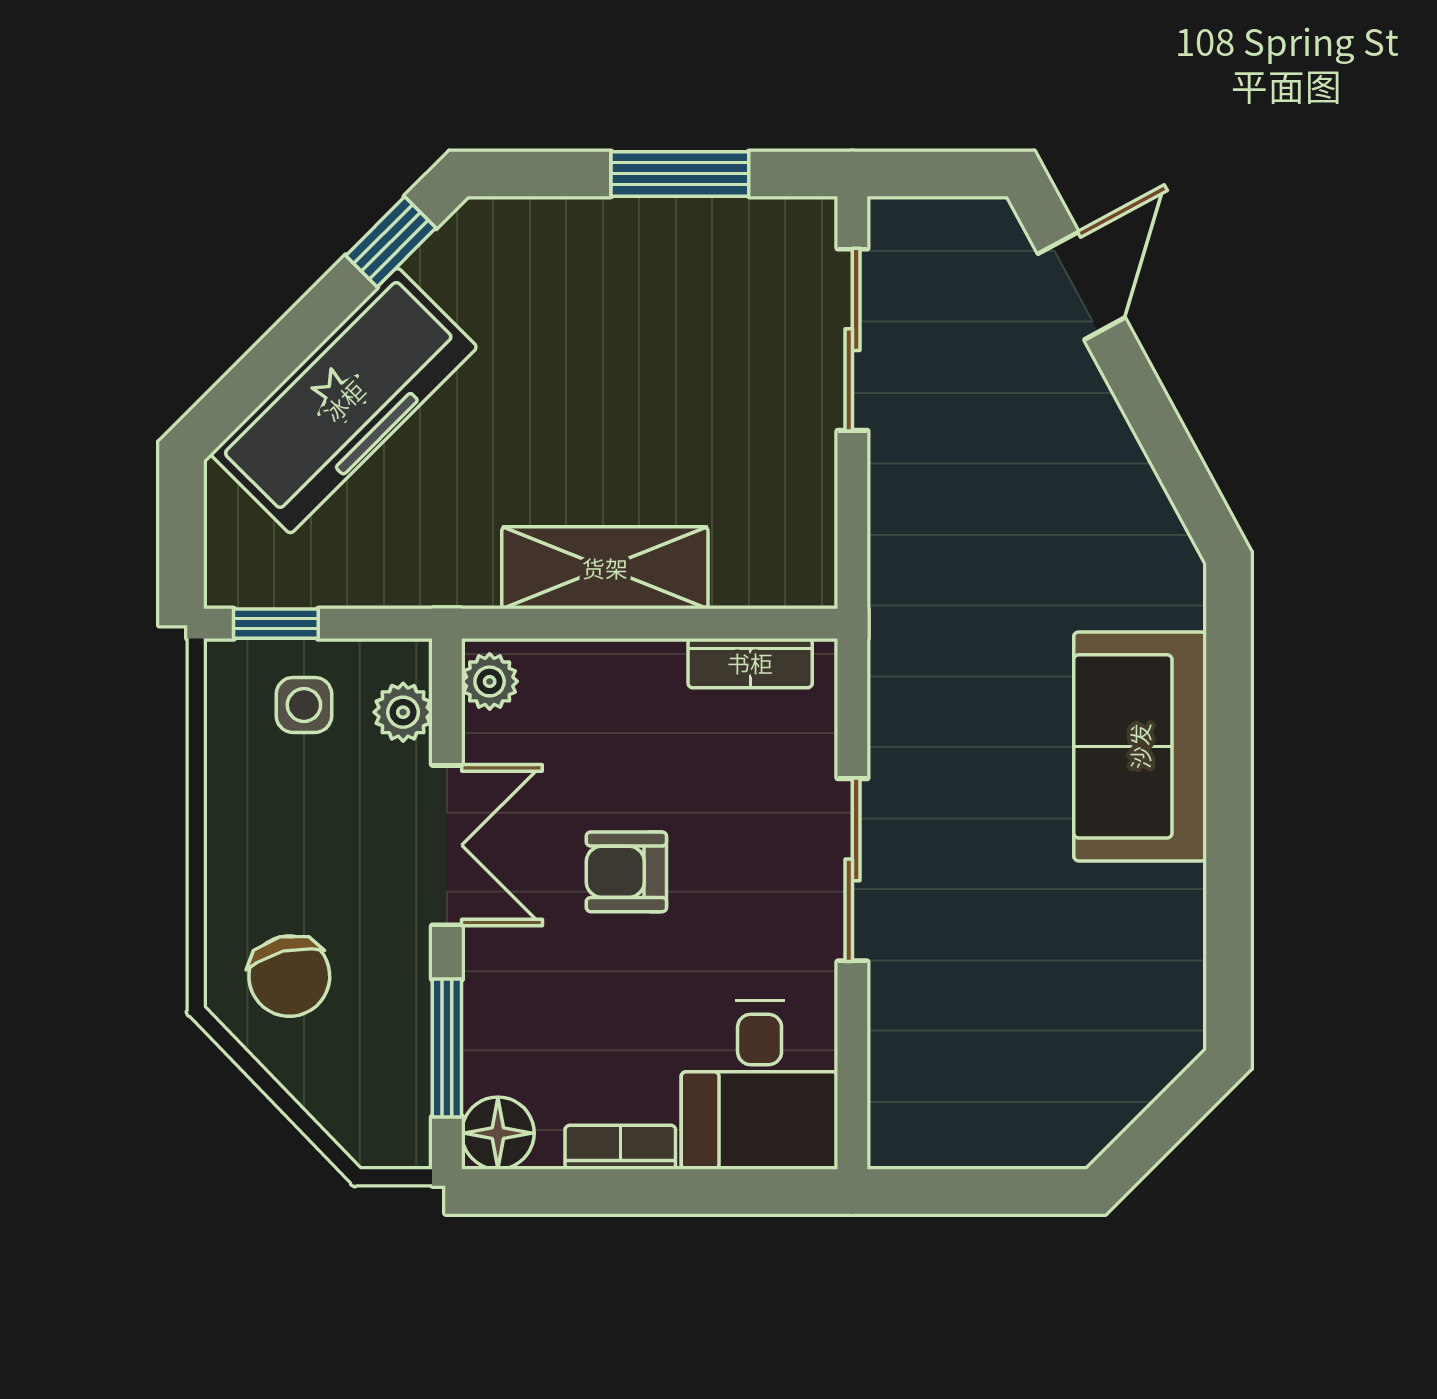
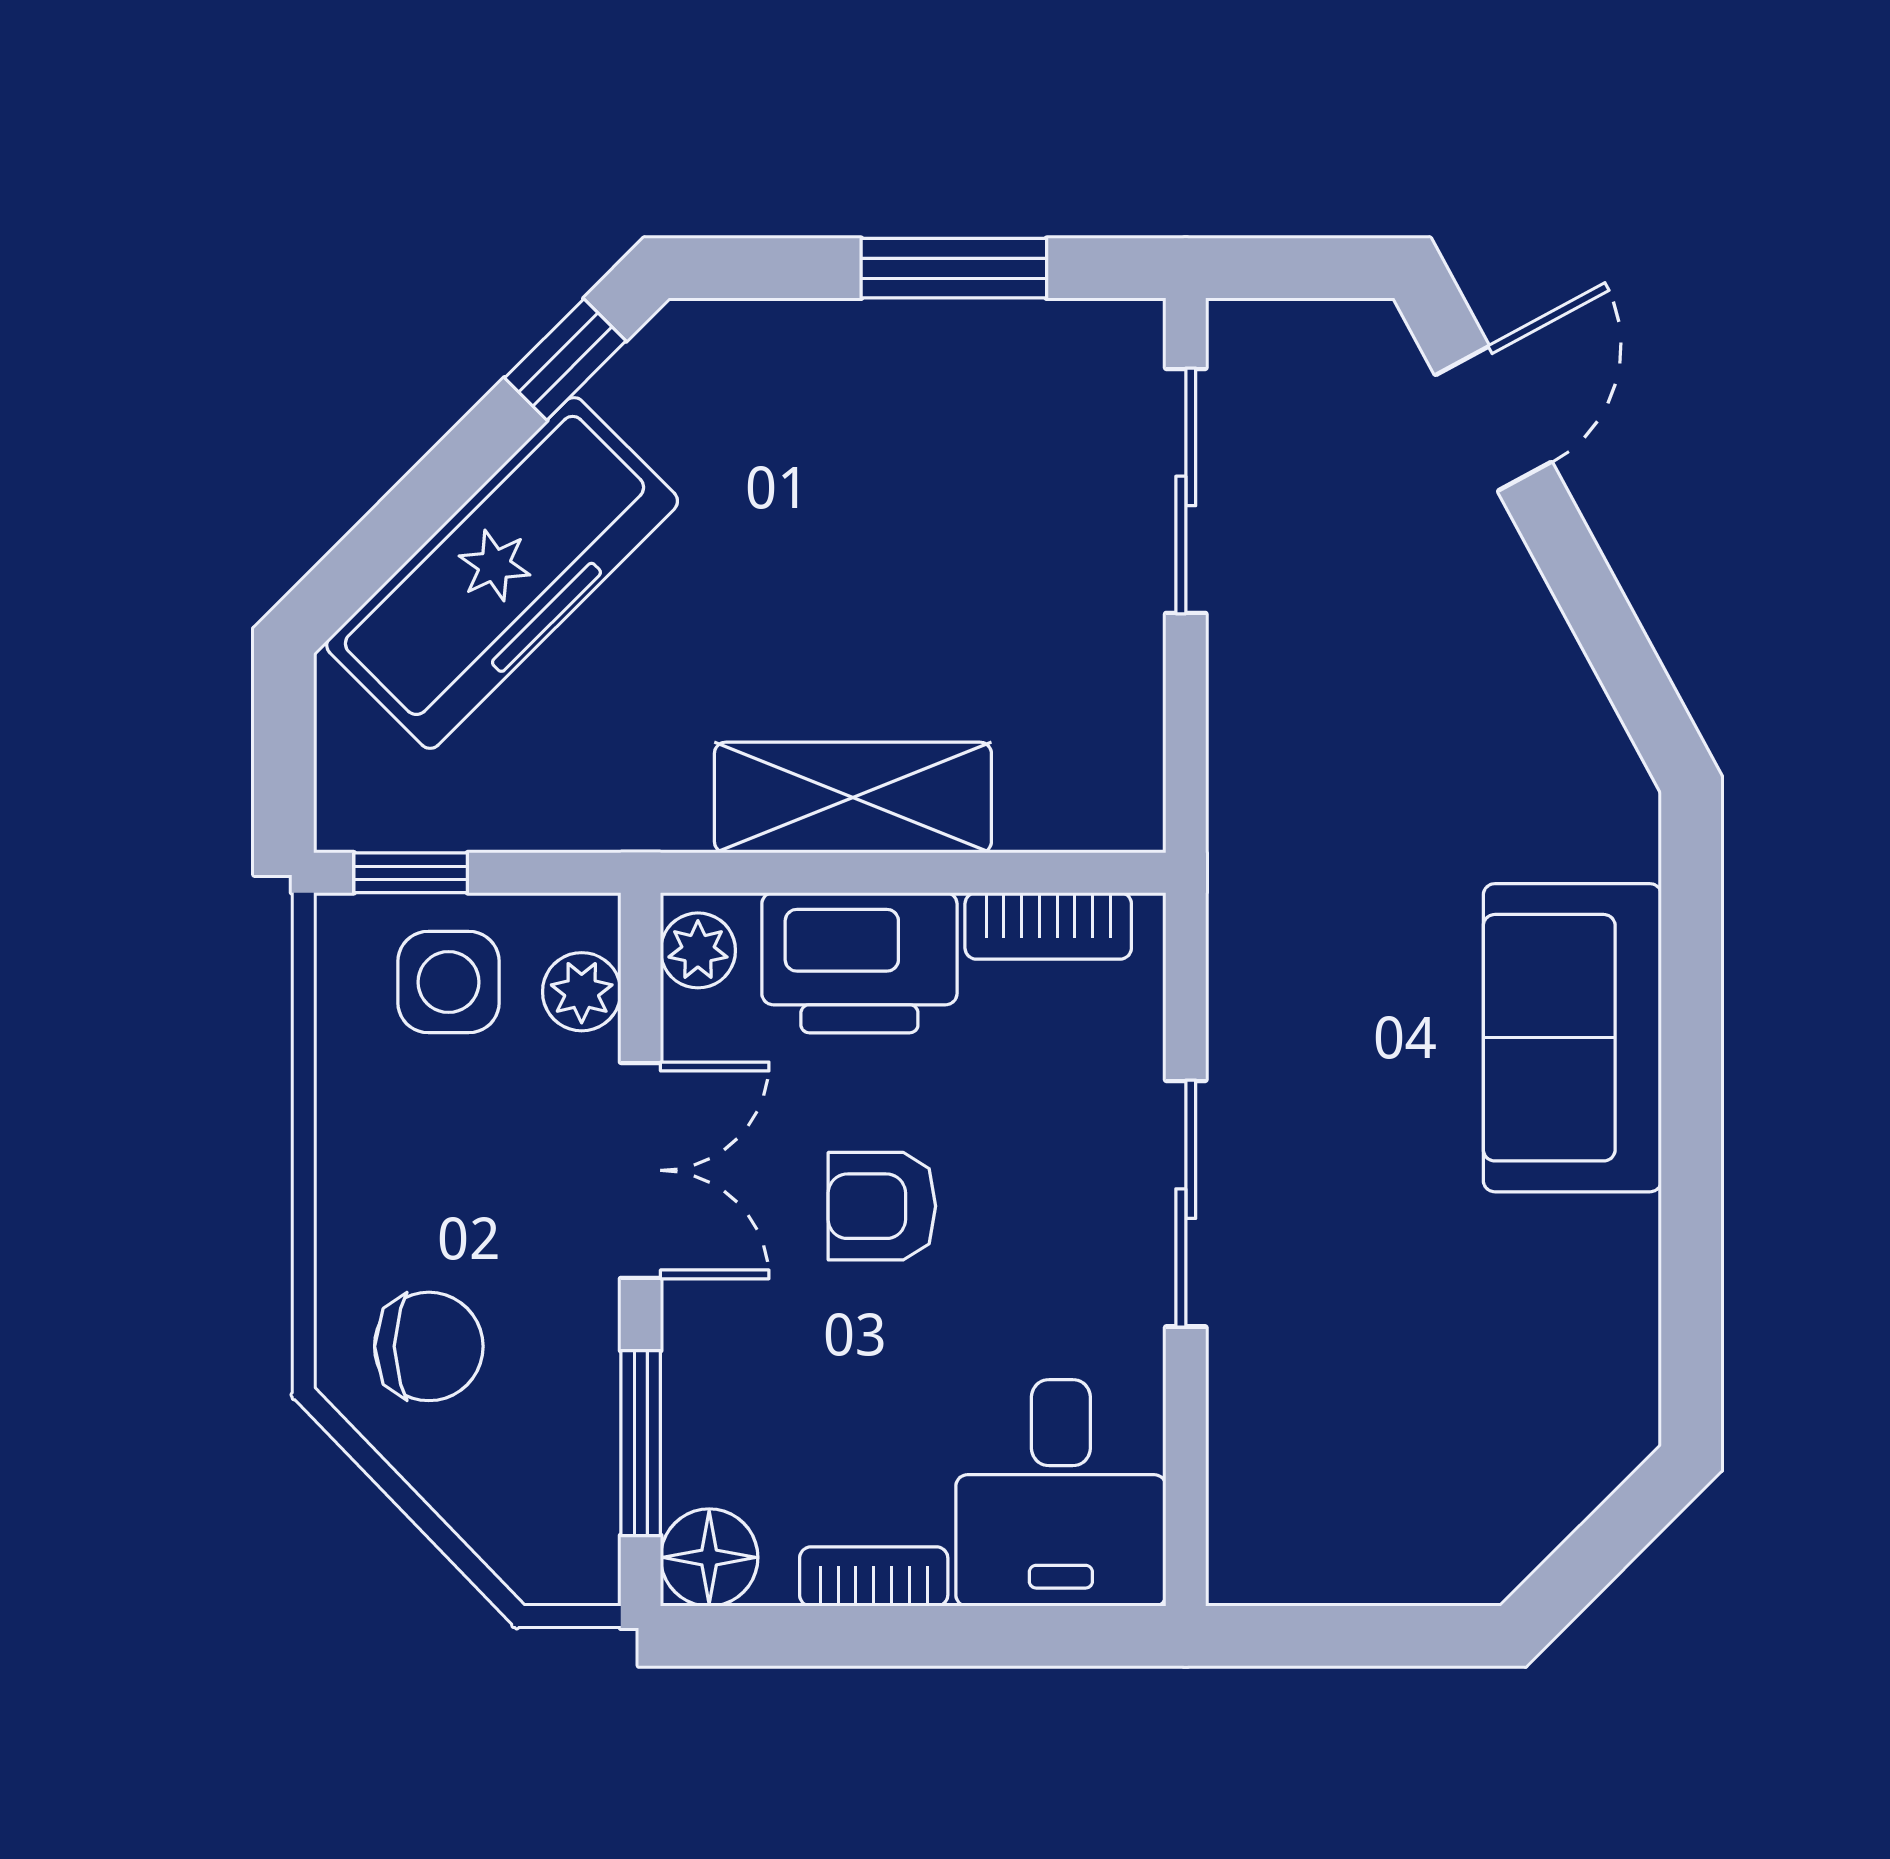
printer: (610, 691) -> (859, 963), added
side table: (304, 705) -> (449, 982), width x1.37, depth x1.37
chair: (289, 976) -> (429, 1346), turned -76

